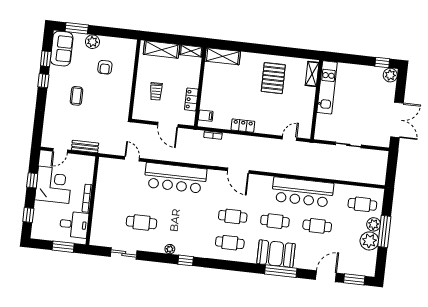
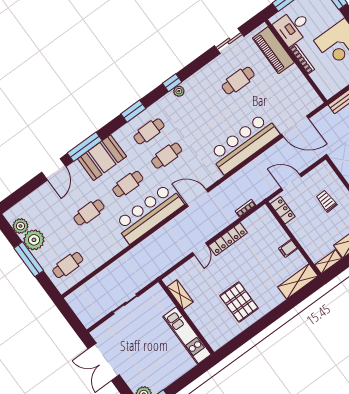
shelving: (312, 74) -> (180, 295), moved
locker: (191, 99) -> (283, 210), moved
filing cabinet: (206, 116) -> (288, 248), moved
locker: (243, 126) -> (228, 239), width x1.53
door: (289, 138) -> (200, 249), moved
door: (132, 159) -> (295, 126), width x1.87
bar counter: (303, 192) -> (149, 213), moved
piano: (100, 221) -> (273, 50), added
plant: (374, 224) -> (20, 226), moved
plant: (170, 249) -> (179, 91), moved
door: (326, 276) -> (54, 169), moved
window: (354, 279) -> (133, 111), moved

